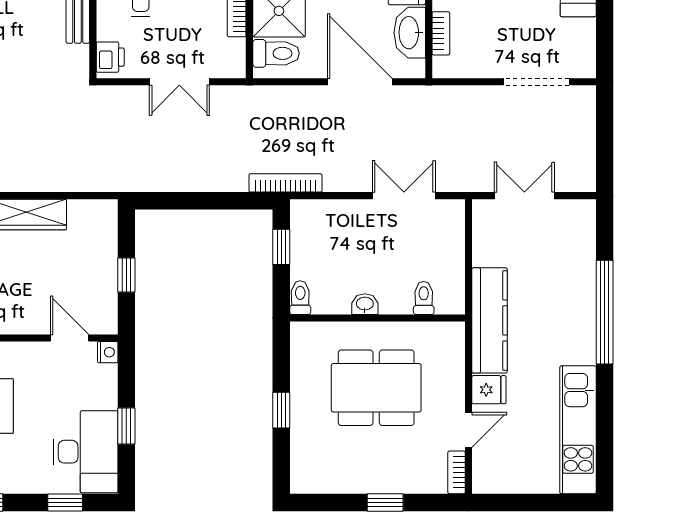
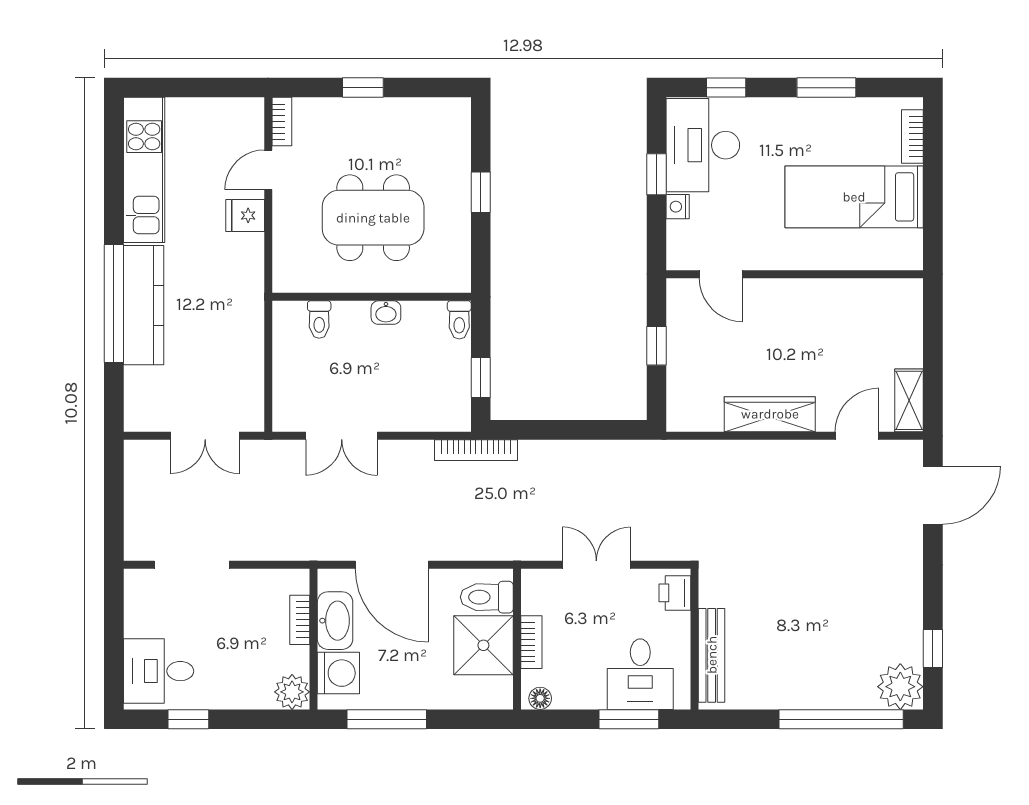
kitchen counter: (490, 320) -> (144, 305), moved, turned 180
nightstand: (108, 352) -> (678, 207), moved

